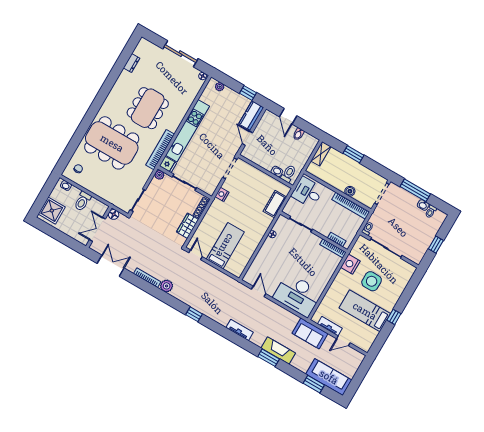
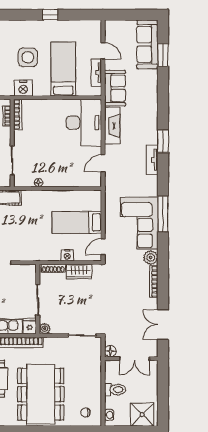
nightstand: (222, 194) -> (67, 255), moved
corner sofa: (197, 292) -> (139, 223), added
bed: (365, 311) -> (63, 69), moved, turned 180
window: (194, 314) -> (163, 214), width x2.17
fireplace: (278, 350) -> (112, 126), moved, turned 180
window: (269, 358) -> (163, 141), moved

